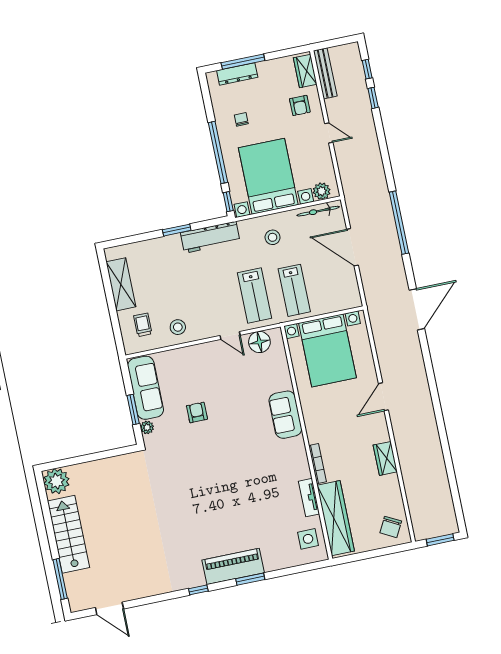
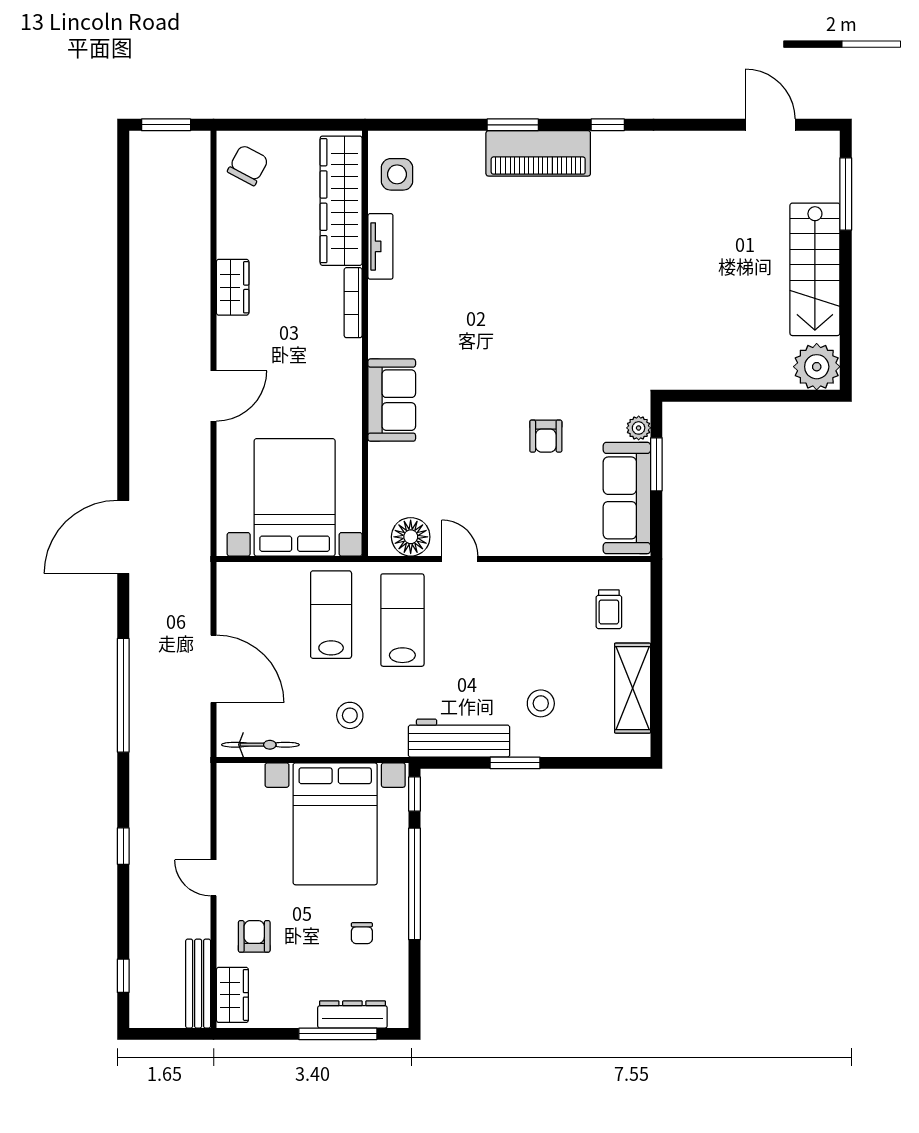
window: (373, 98) -> (123, 846), moved
plant: (322, 191) -> (247, 778), removed
stool: (178, 327) -> (541, 703), moved

